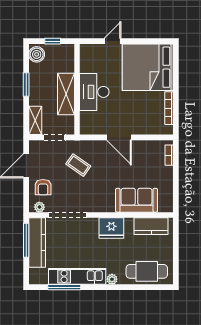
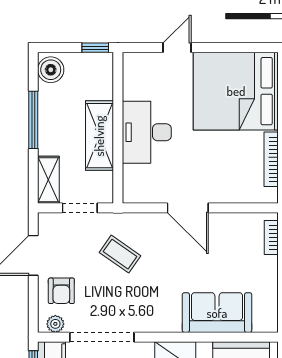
window: (53, 41) -> (95, 48), moved
window: (26, 84) -> (33, 120), width x1.44

